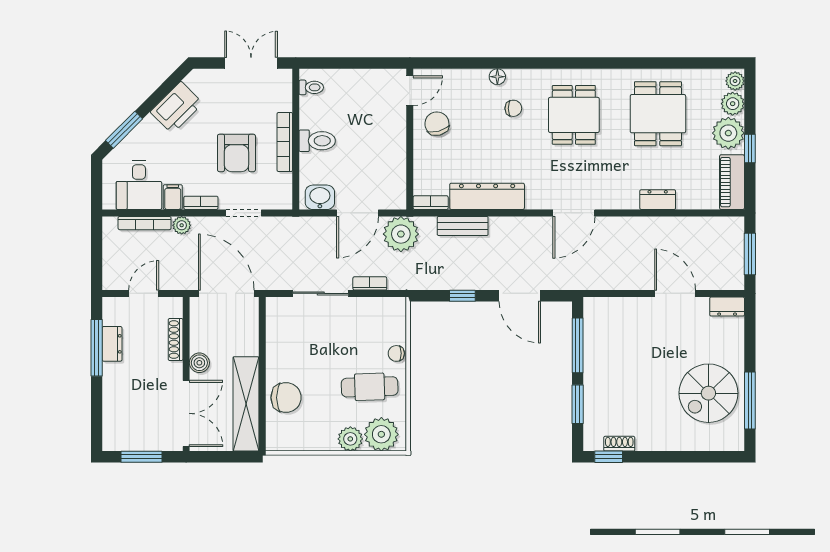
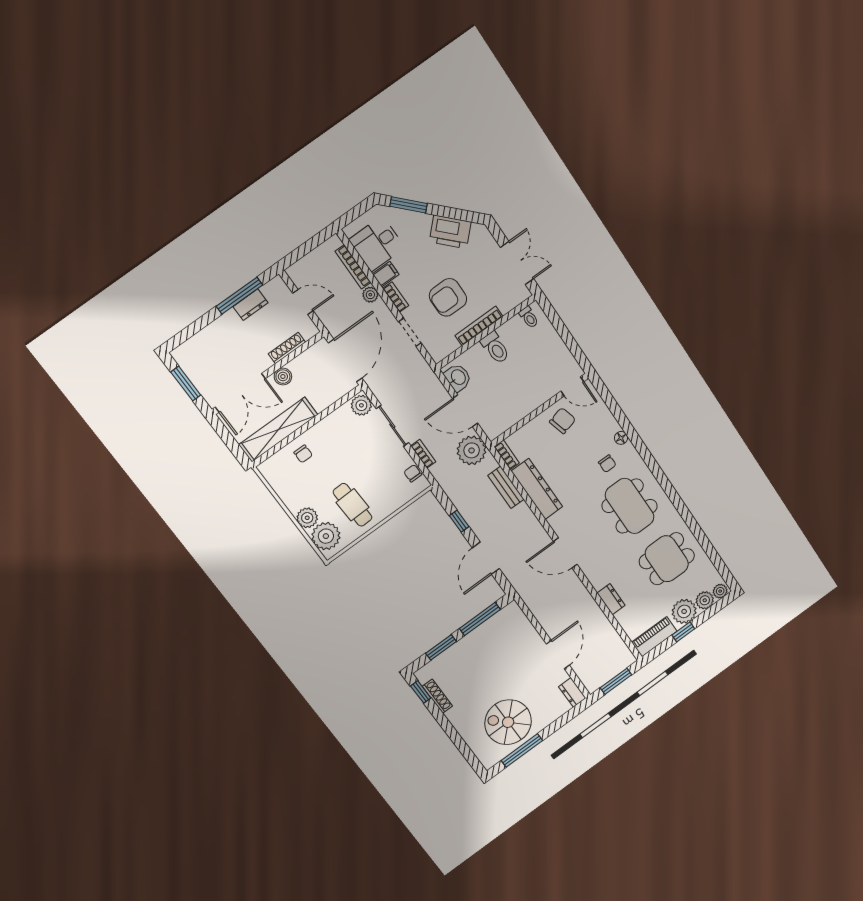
dining table: (574, 115) -> (630, 506), width x1.38
plant: (280, 309) -> (361, 405), added
chair: (396, 353) -> (413, 473), moved
chair: (286, 398) -> (303, 454), width x0.54, depth x0.54
shoe rack: (619, 444) -> (437, 696), width x1.43

